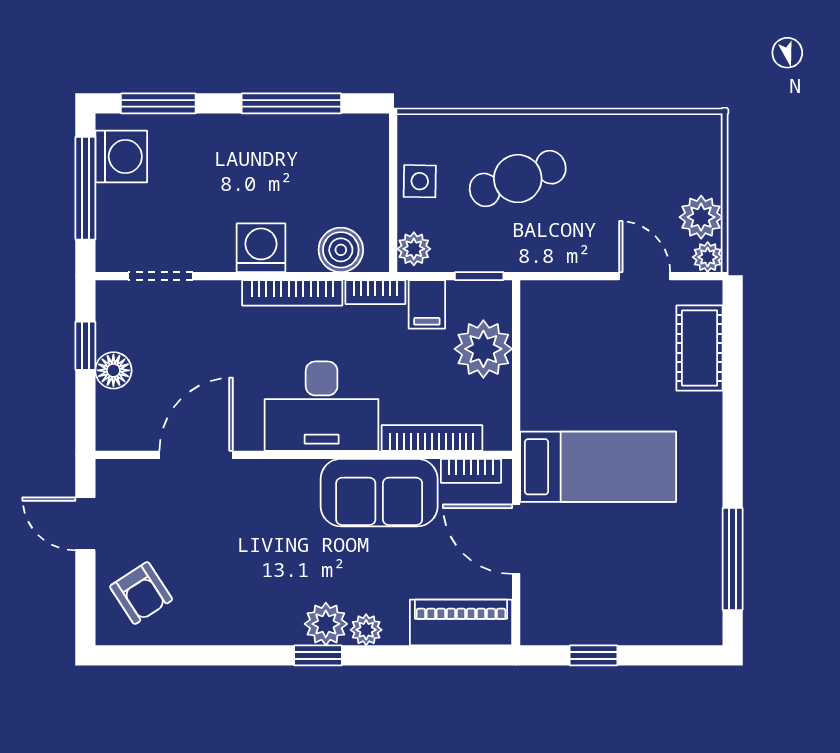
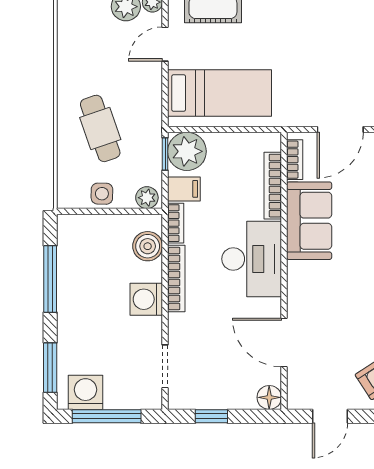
plant: (483, 349) -> (187, 151), moved
floor lamp: (113, 370) -> (269, 397), moved
bed: (598, 467) -> (220, 93), moved, turned 90

